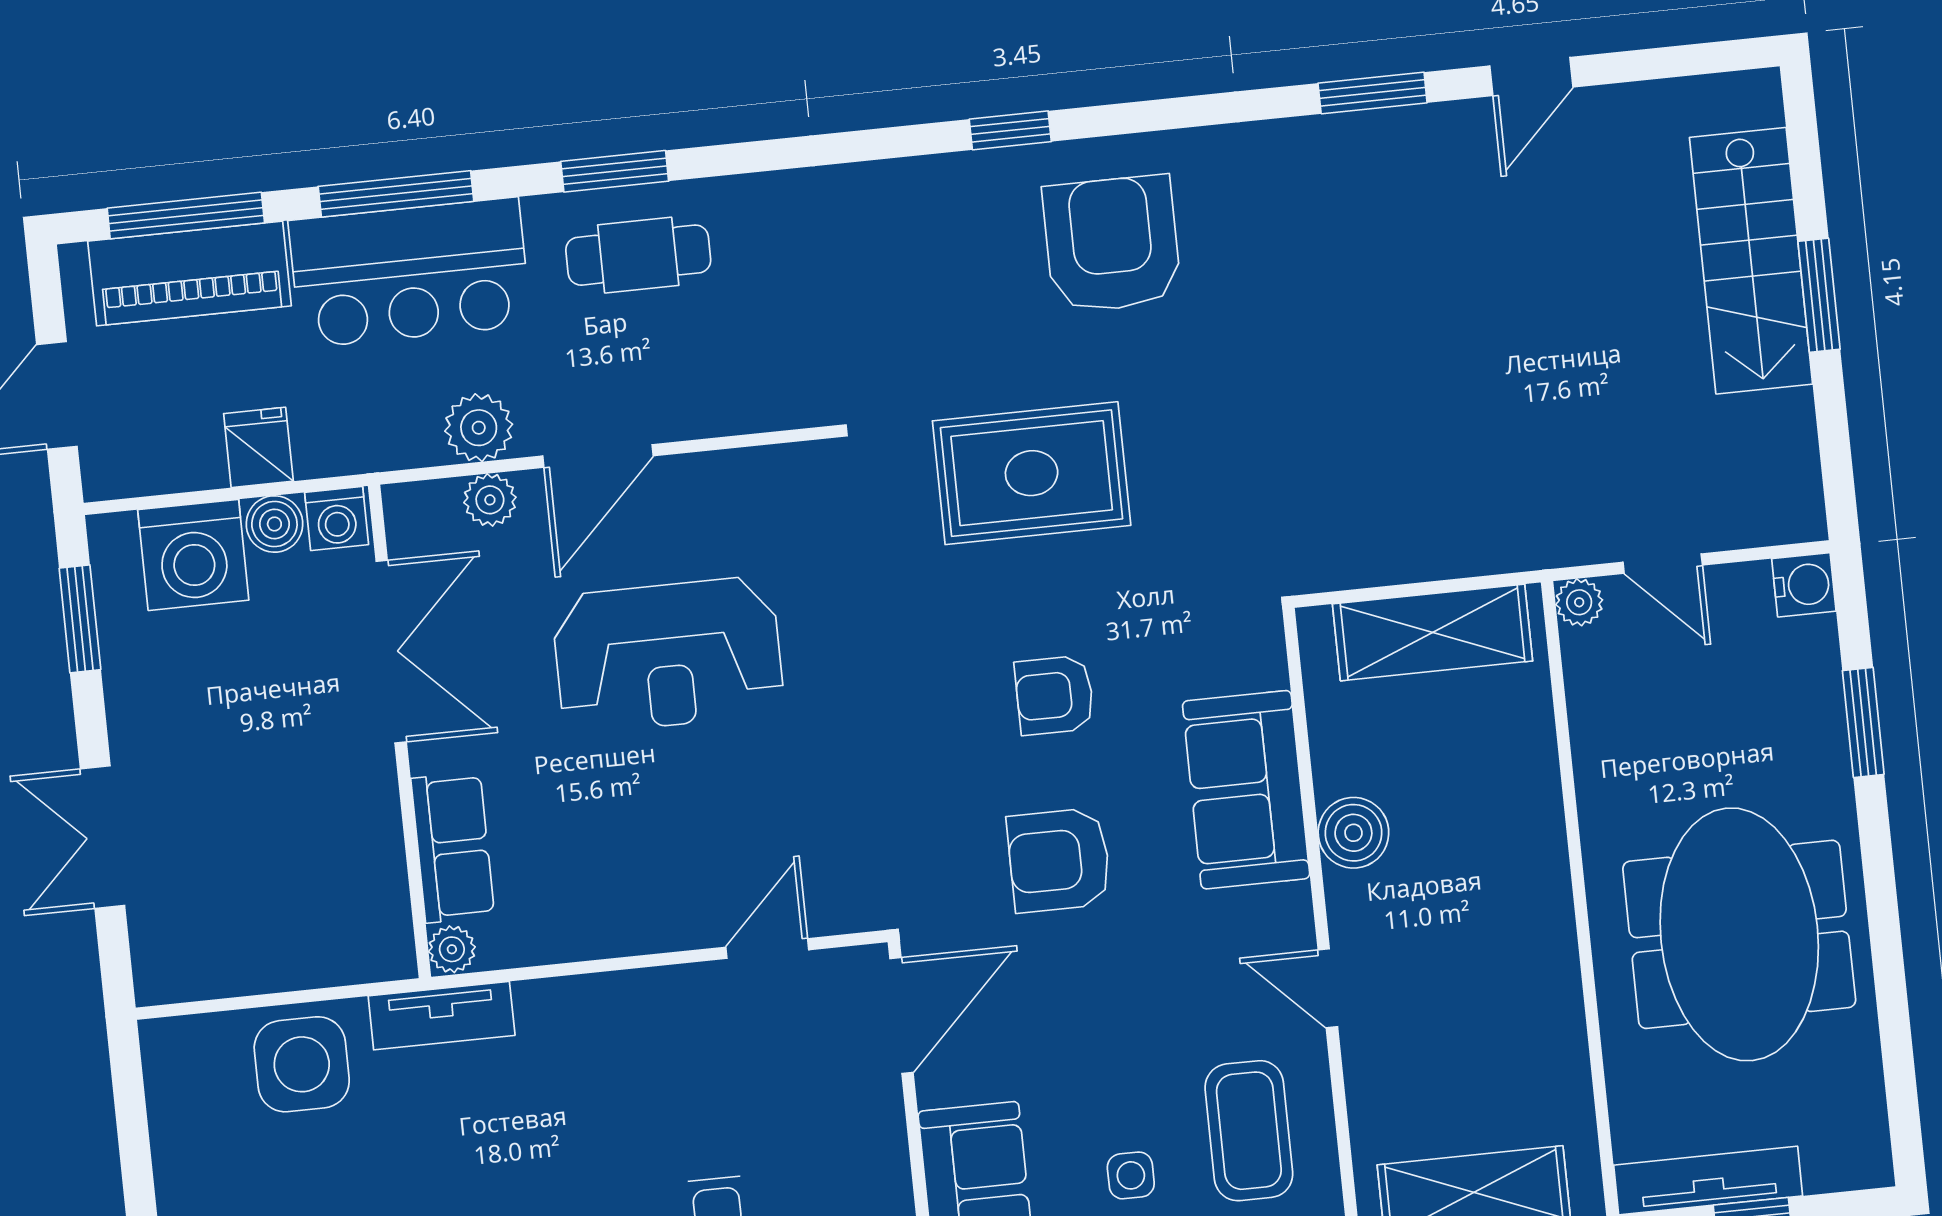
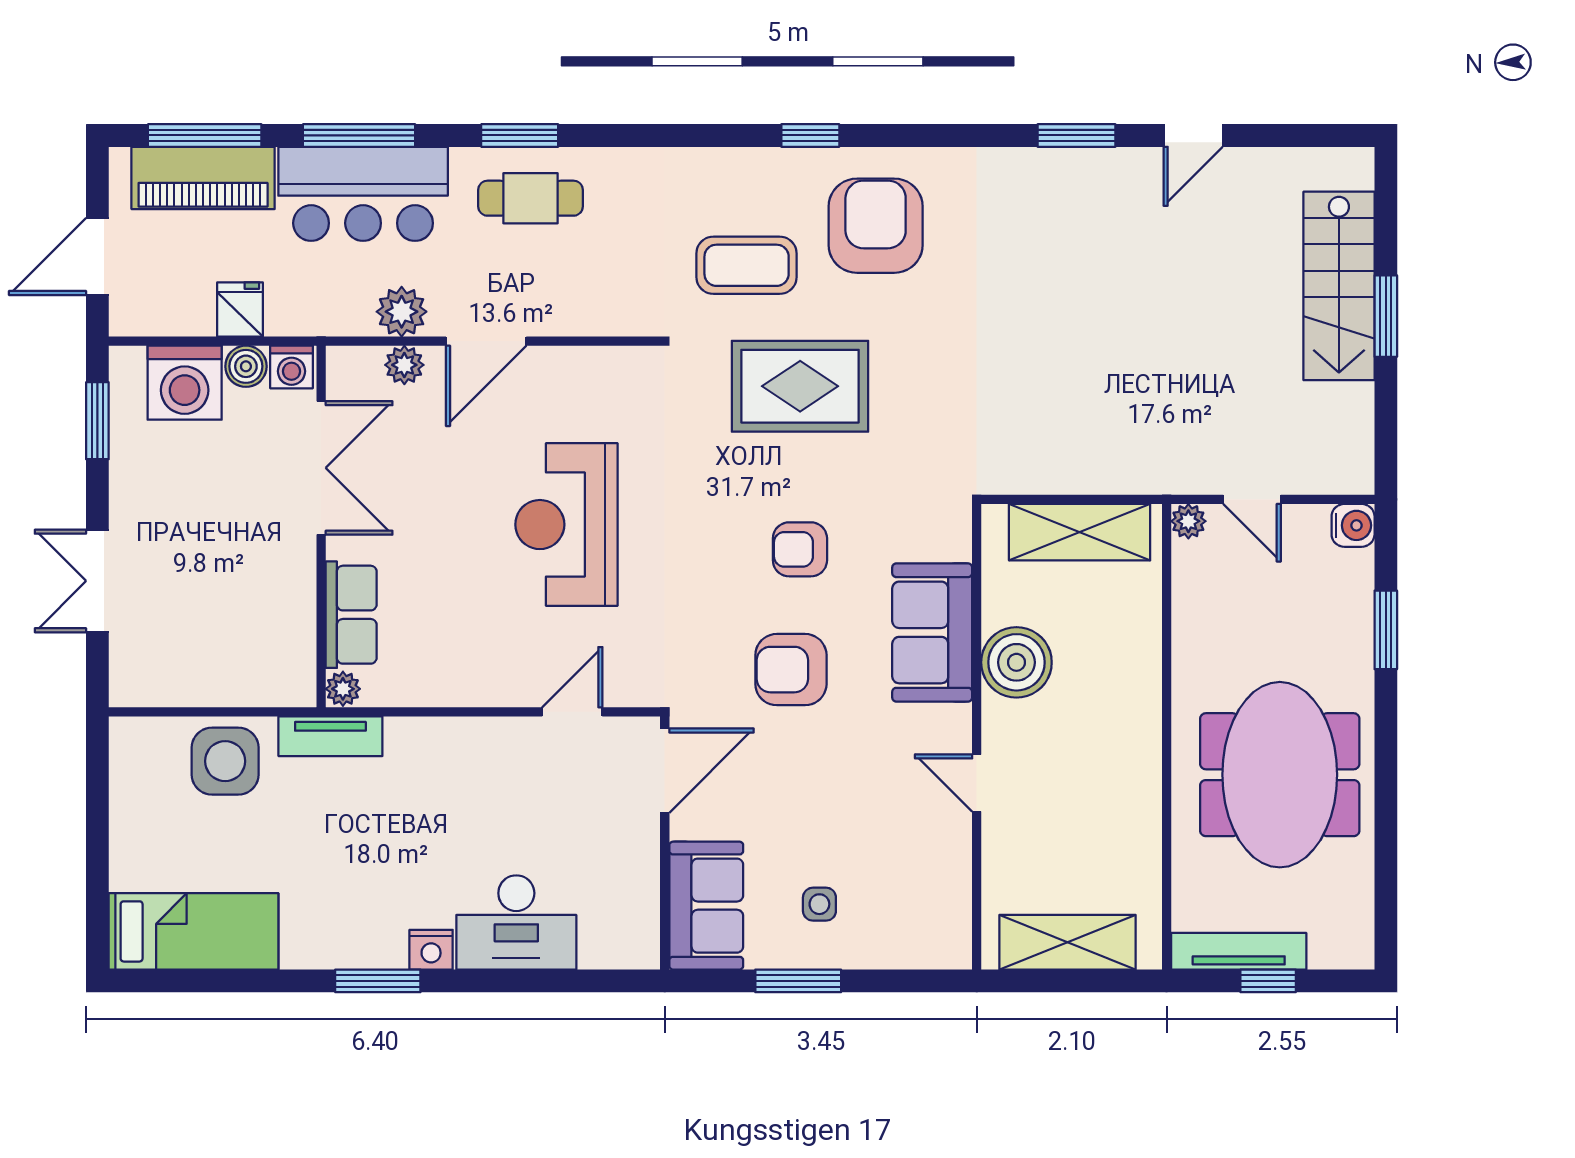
reception desk: (668, 655) -> (566, 525), moved, turned 90
boiler: (1353, 833) -> (1016, 662), width x1.37, depth x1.37
coffee table: (1249, 1131) -> (747, 265), moved, turned 90

